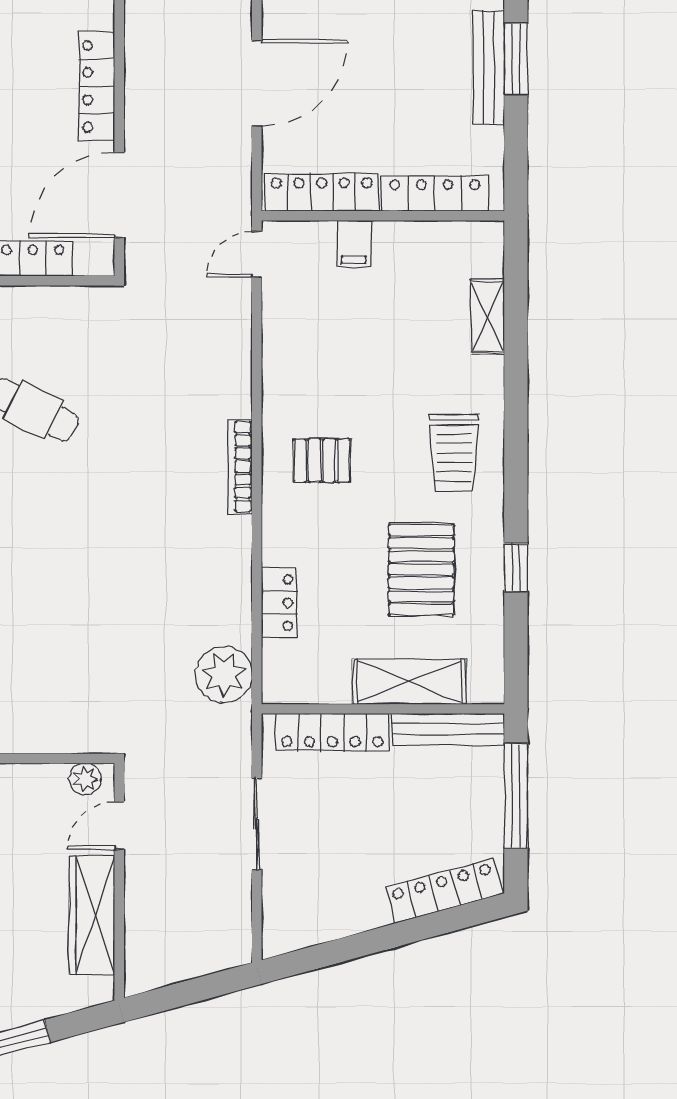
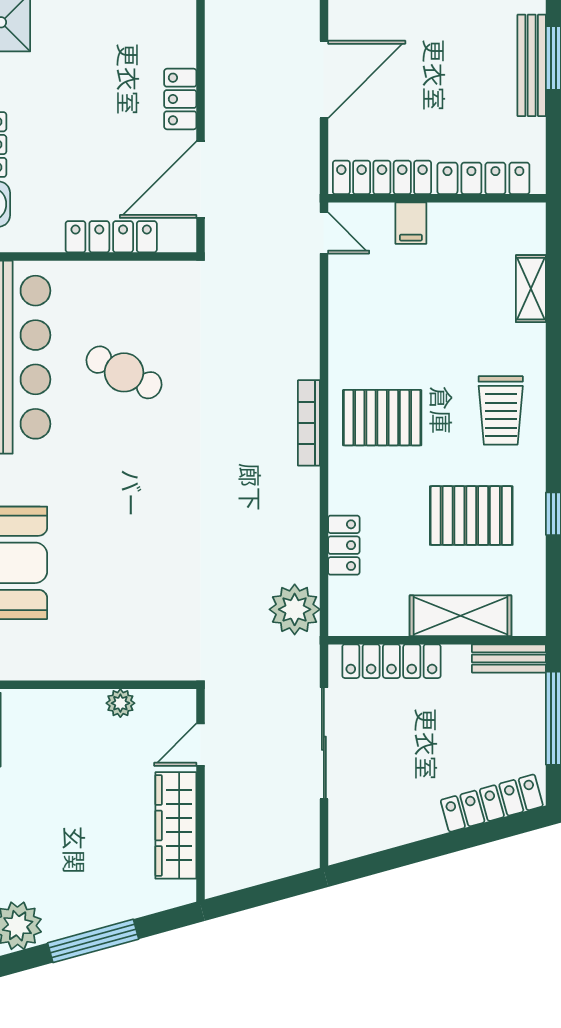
locker: (97, 86) -> (180, 99), width x0.66
door: (257, 254) -> (324, 233), swing flipped
pallet: (322, 461) -> (382, 418), width x1.50, depth x1.42
pallet: (421, 570) -> (471, 516), turned 90
bench: (448, 729) -> (509, 658), width x0.73
plant: (85, 779) -> (120, 703), moved
sliding door: (257, 824) -> (324, 743), width x1.37

